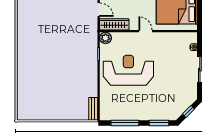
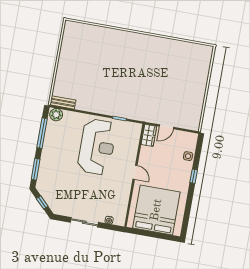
wardrobe: (114, 24) -> (149, 135), width x0.67
door: (146, 31) -> (135, 172), hinge flipped
plant: (105, 38) -> (56, 115), moved

